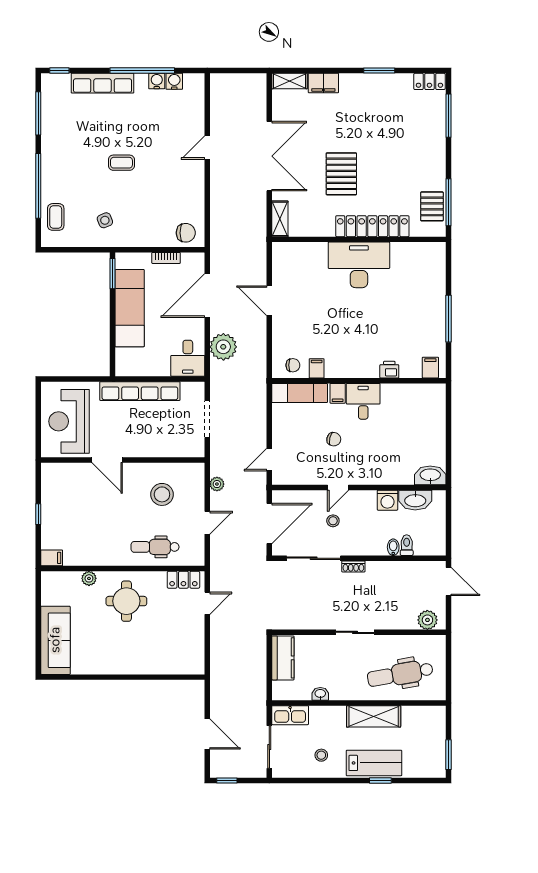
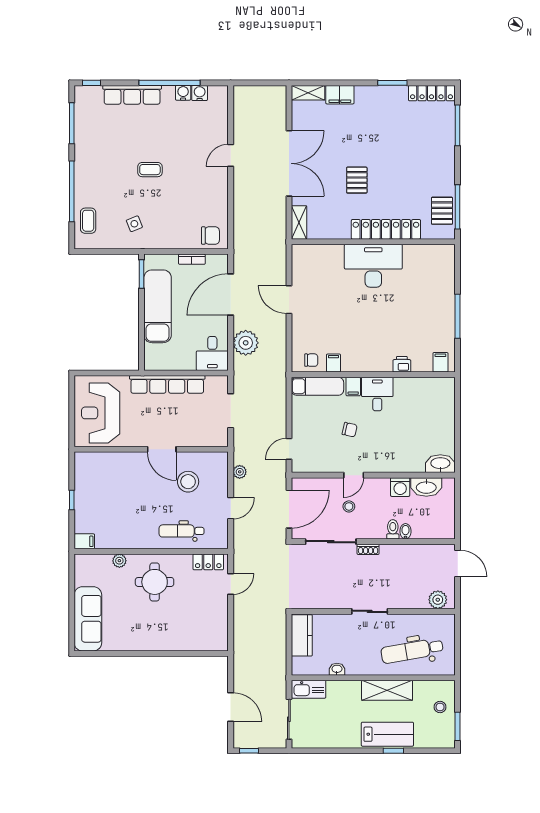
locker: (429, 81) -> (431, 93), width x1.53
pallet: (341, 174) -> (357, 180), width x0.67, depth x0.71
door: (107, 460) -> (162, 449), moved
toilet: (407, 545) -> (393, 529), moved
stool: (321, 755) -> (440, 707), moved

